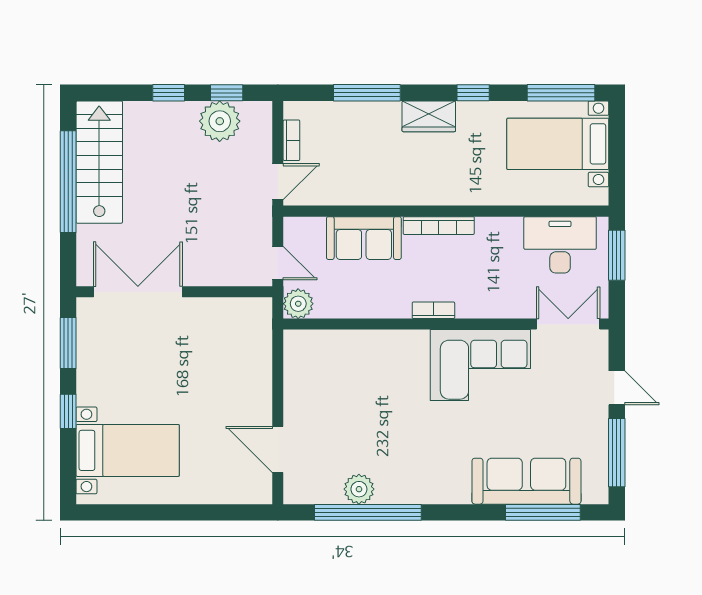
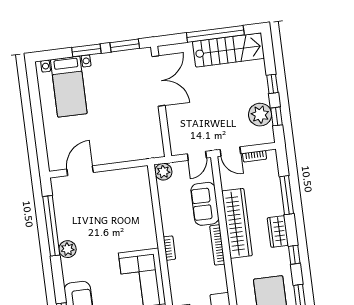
wardrobe: (405, 186) -> (237, 223), added
door: (278, 263) -> (197, 156), moved
window: (68, 411) -> (86, 50), width x1.50
plant: (359, 489) -> (68, 249), moved

